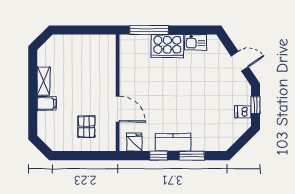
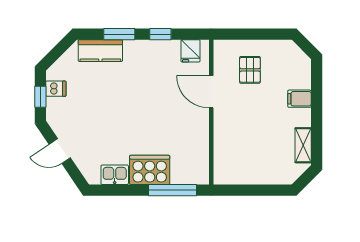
shelving: (44, 81) -> (303, 145), moved
kitchen counter: (173, 142) -> (100, 51), moved

